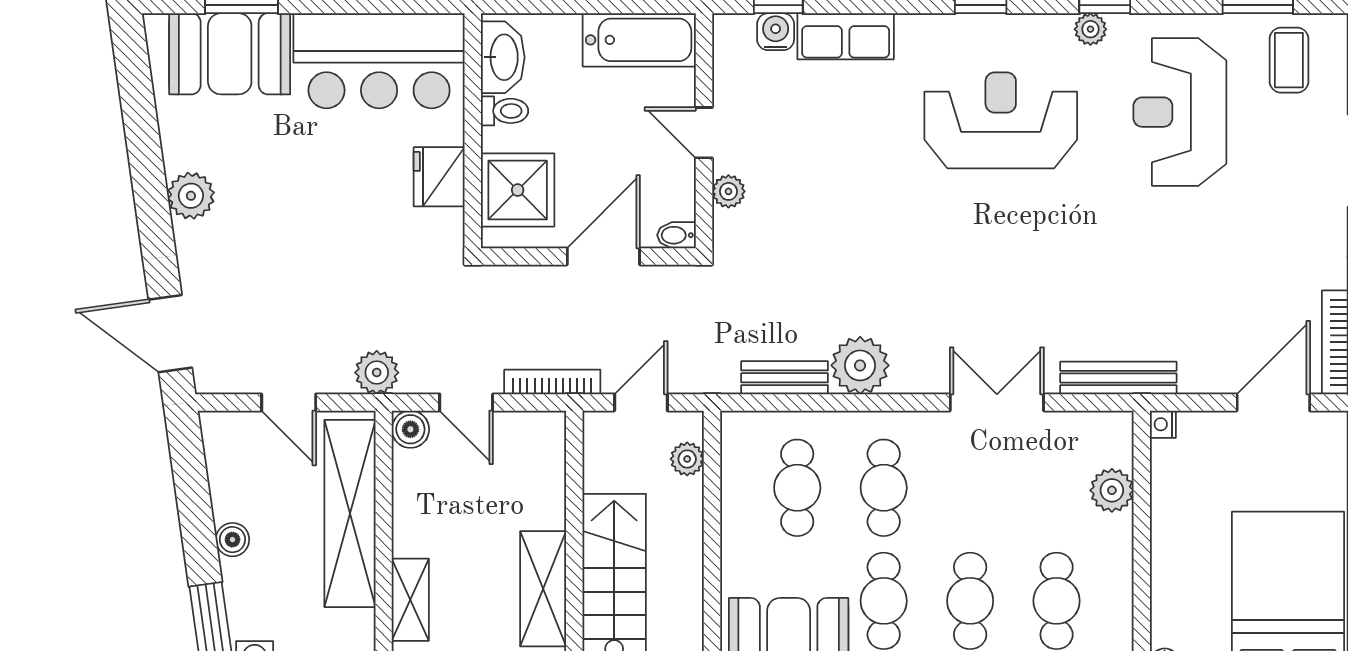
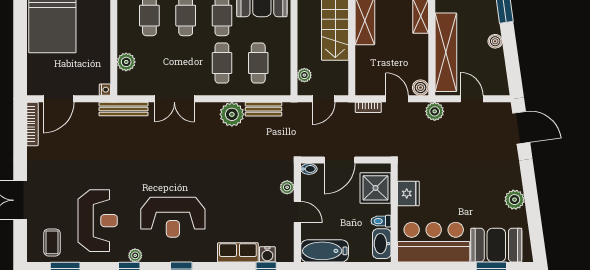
plant: (191, 196) -> (515, 200), moved
bookcase: (552, 382) -> (368, 107), width x0.64

